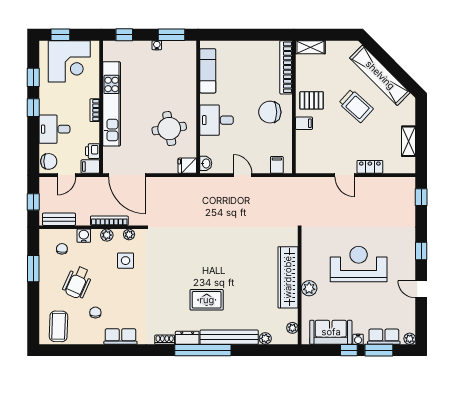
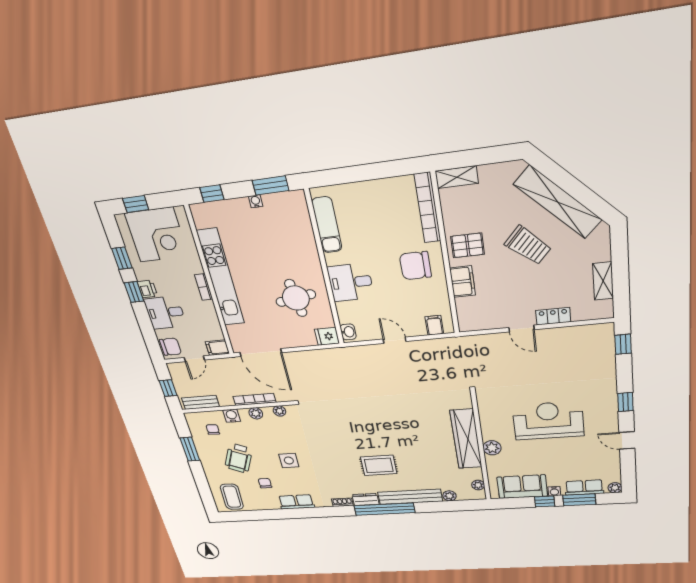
filing cabinet: (304, 123) -> (463, 282), width x2.00
printer: (93, 151) -> (147, 289), moved, turned 180
side table: (126, 261) -> (289, 461), moved

